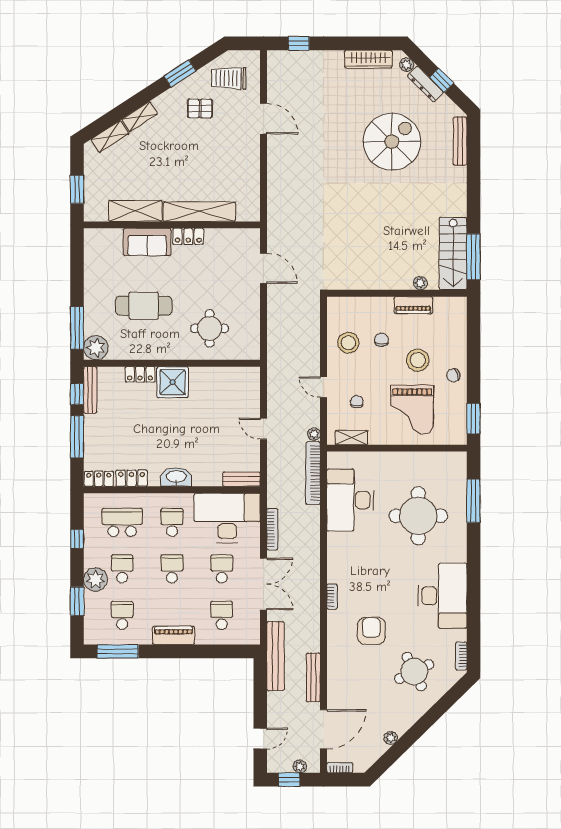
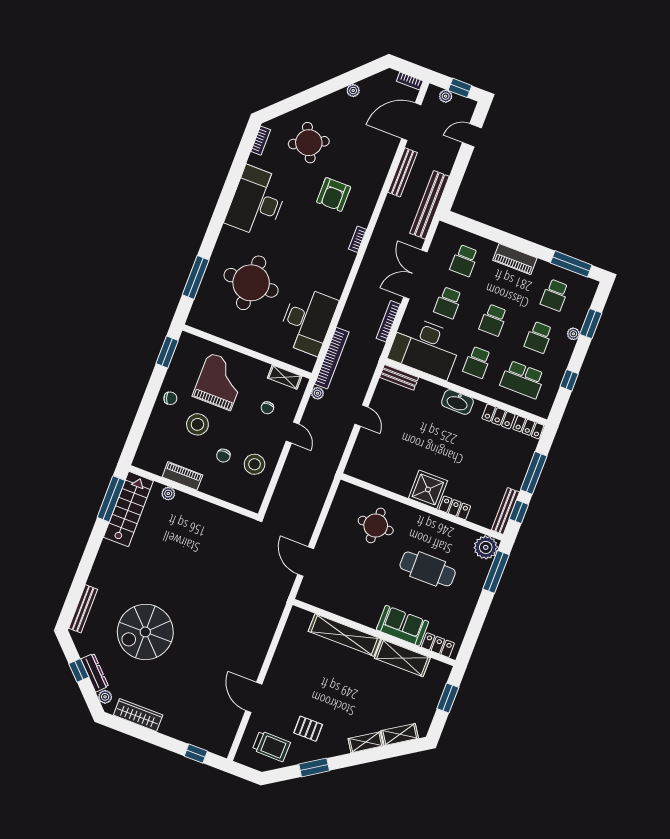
locker: (188, 236) -> (438, 645), moved
plant: (95, 579) -> (573, 334), width x0.53, depth x0.53

